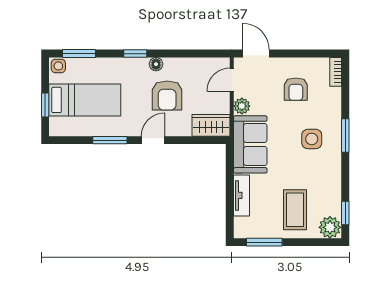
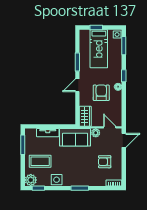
armchair: (167, 96) -> (101, 93), turned 90
side table: (312, 139) -> (57, 180), moved
door: (153, 140) -> (77, 85), swing flipped

